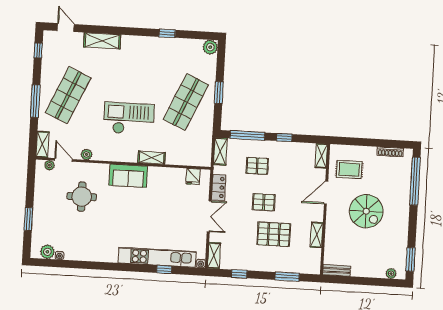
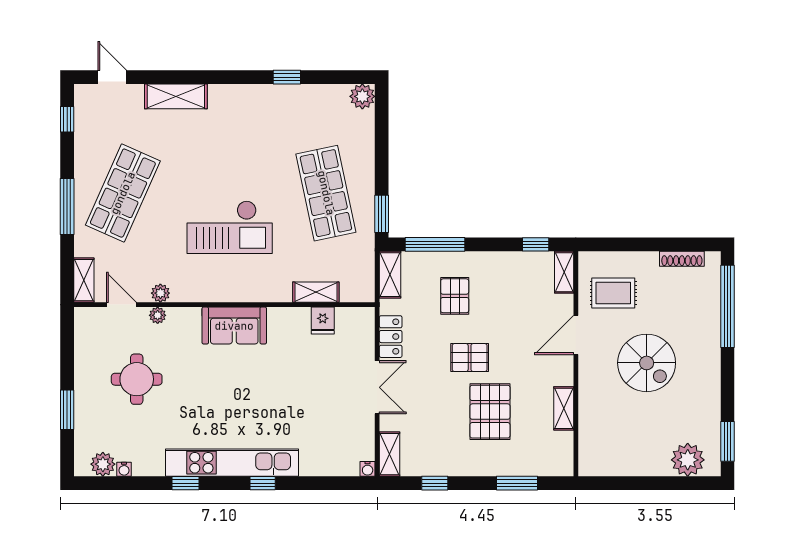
window: (219, 93) -> (382, 214), moved
shop shelf: (186, 102) -> (326, 193), turned -36
checkout: (129, 119) -> (230, 227), turned 180
window: (284, 138) -> (536, 244), moved
shelving: (152, 158) -> (316, 292), moved
plant: (49, 165) -> (158, 315), moved
pallet: (257, 166) -> (455, 296), turned 90
fridge: (193, 177) -> (323, 320), moved
round table: (82, 197) -> (137, 379), moved
pallet: (274, 234) -> (490, 412), turned 90
kitchen unit: (157, 257) -> (232, 463), moved
window: (95, 266) -> (185, 483), added
window: (164, 270) -> (263, 483), moved
bench: (337, 270) -> (602, 467), removed
plant: (391, 274) -> (688, 460), width x1.88, depth x1.88

